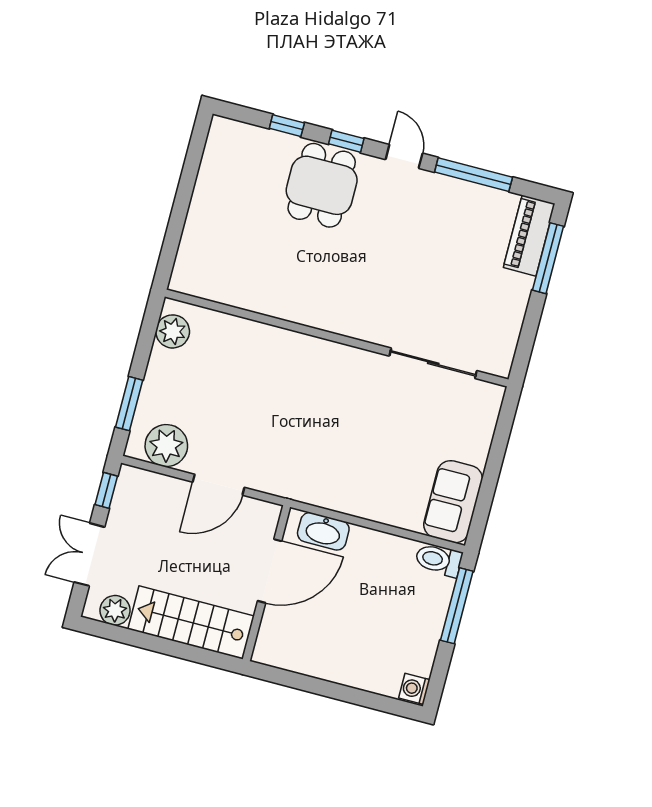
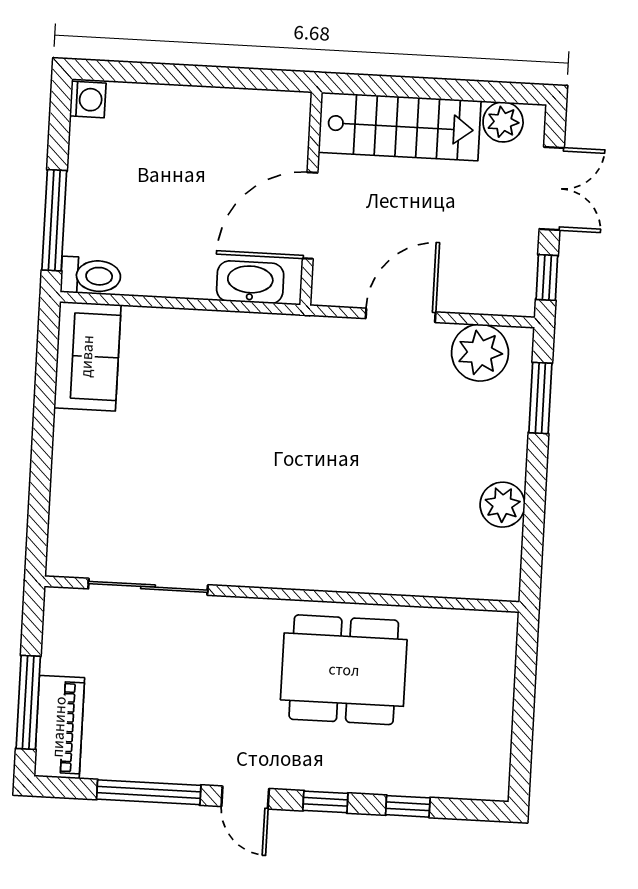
dining table: (322, 185) -> (344, 670), moved, width x1.38
wall: (337, 338) -> (282, 594), moved
sliding door: (433, 363) -> (148, 587), moved

